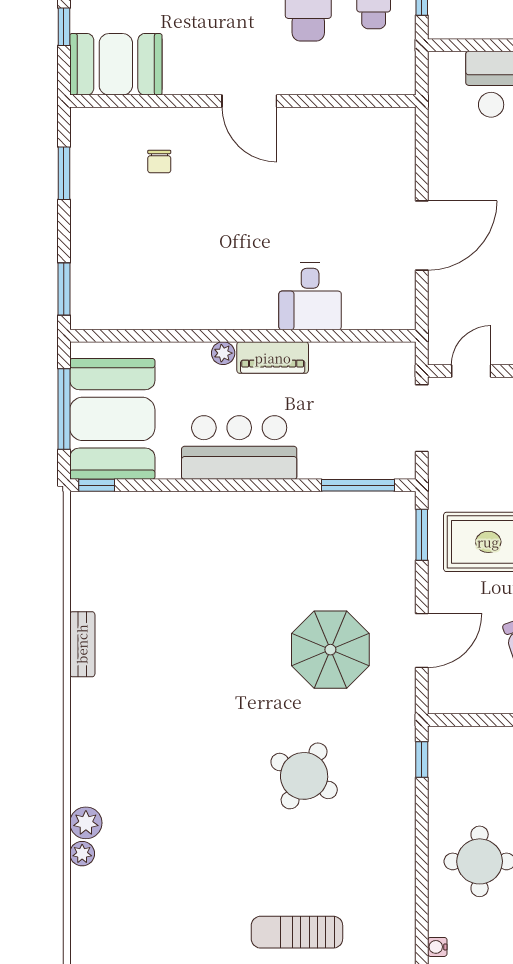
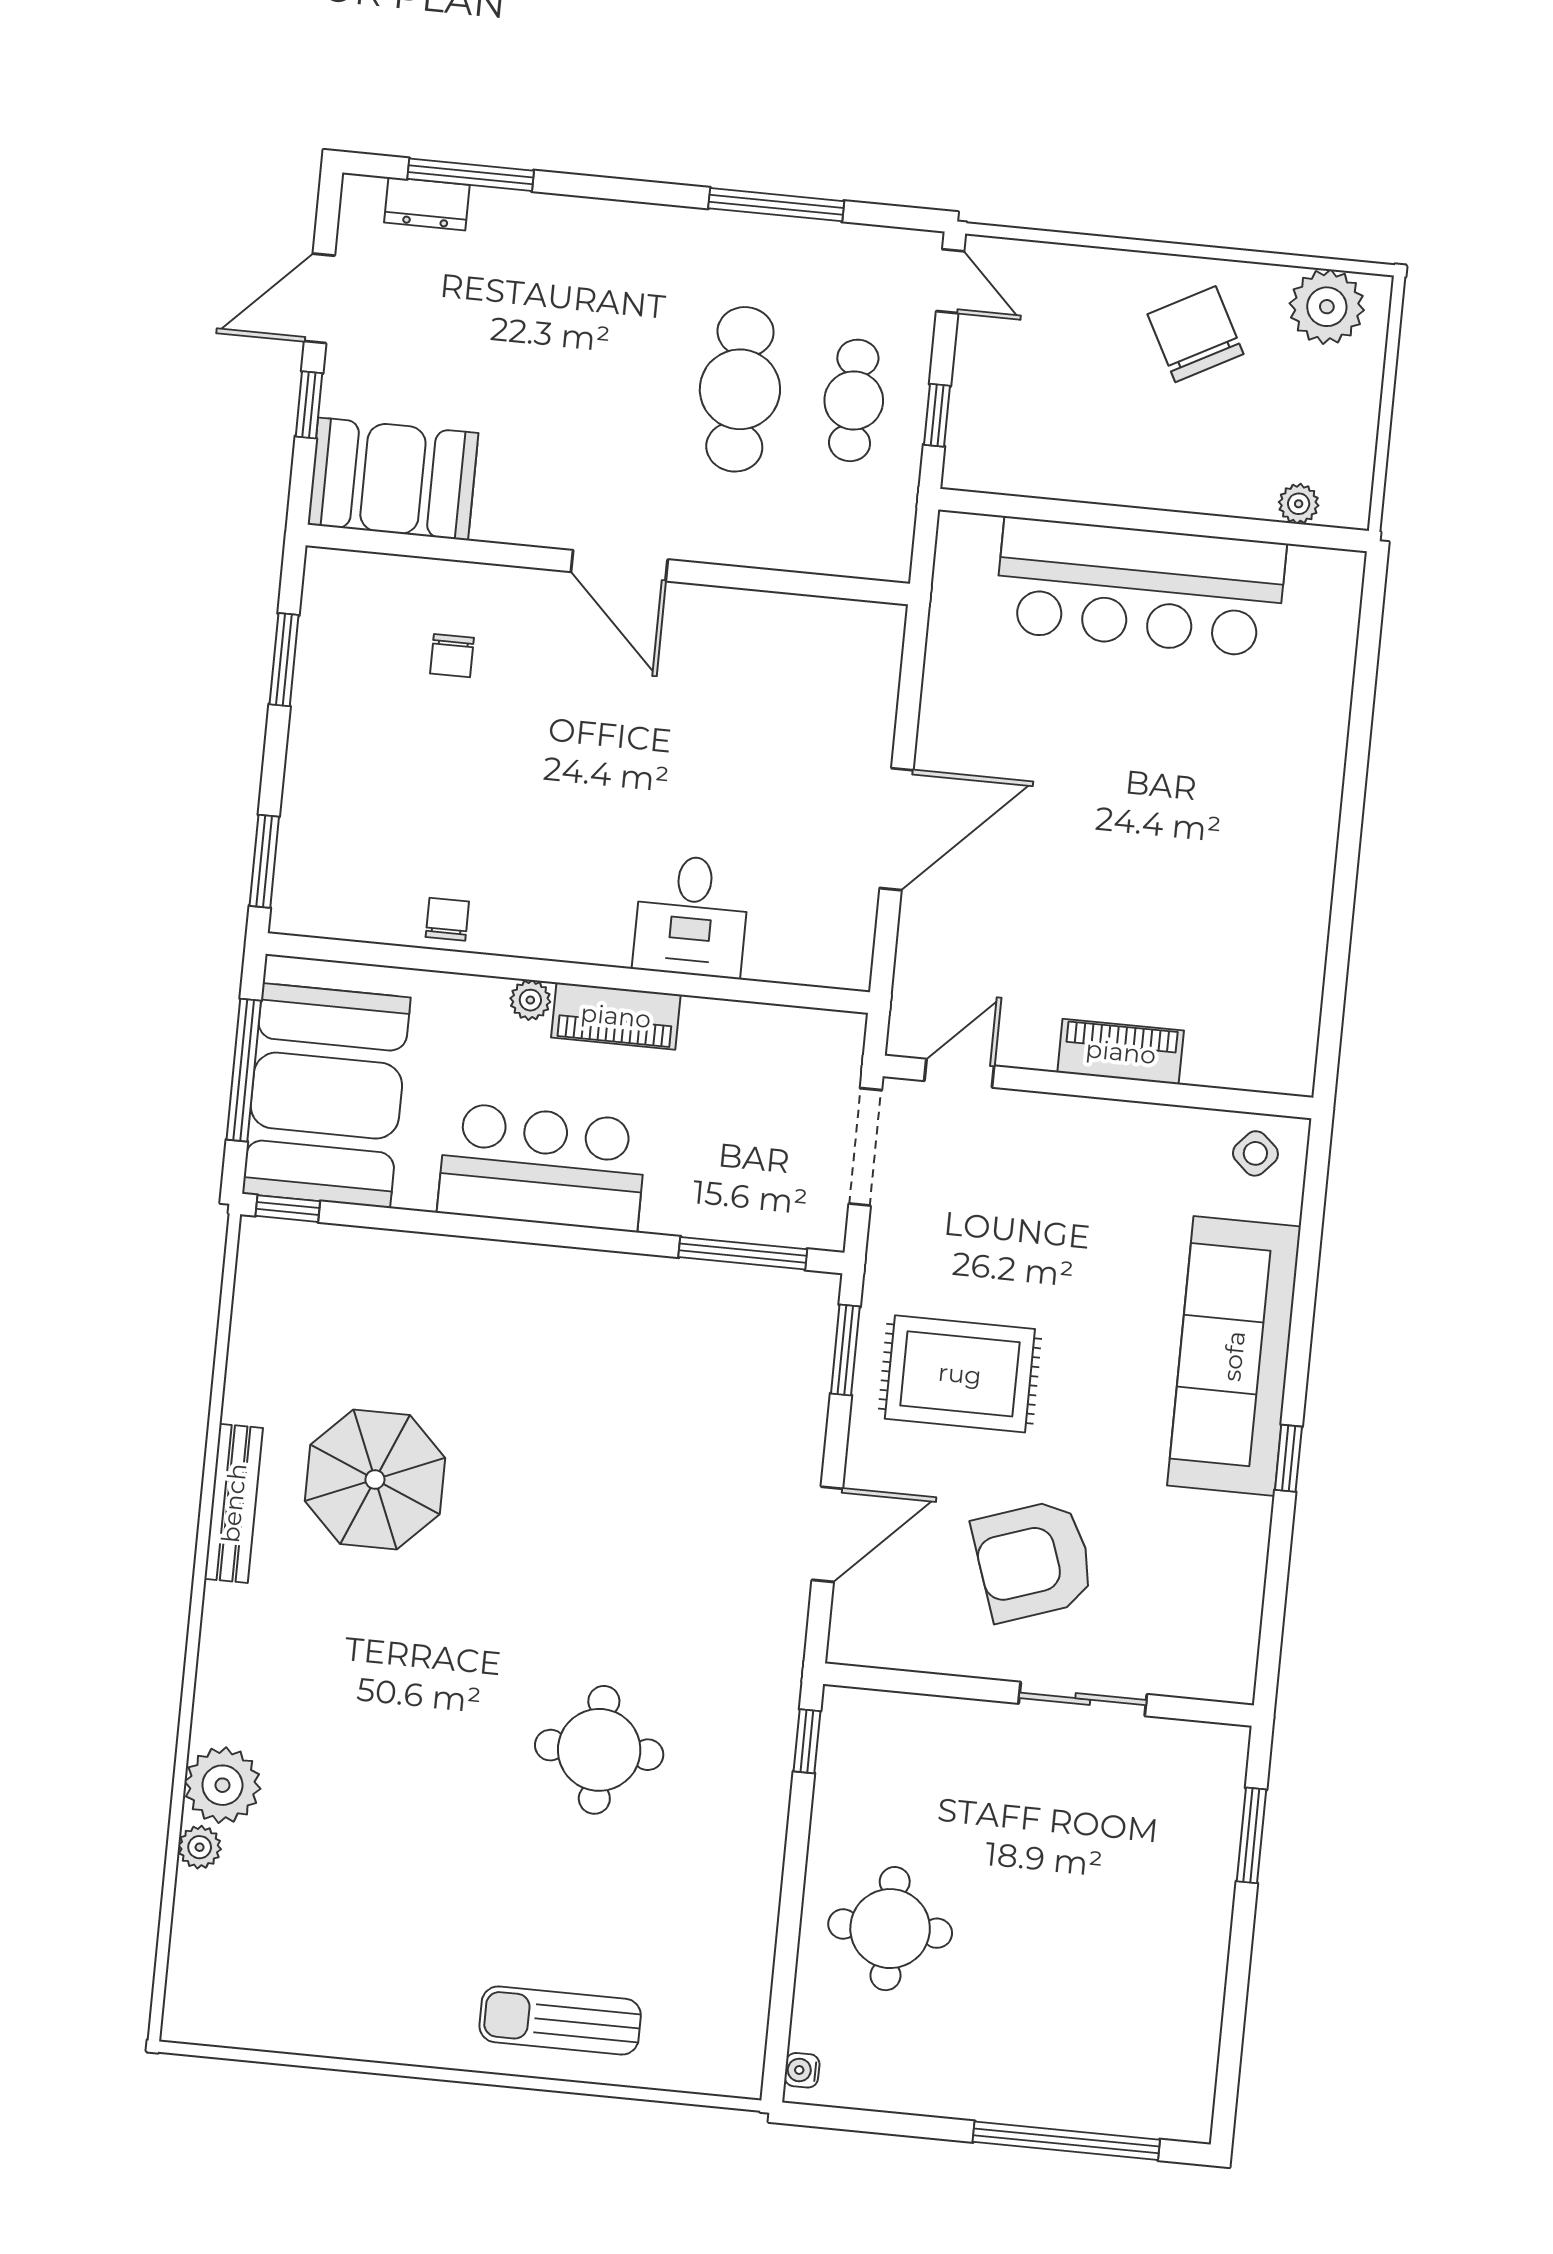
chair: (171, 312) -> (447, 919), added
bench: (82, 644) -> (234, 1503), width x1.36
parasol: (330, 650) -> (375, 1480), moved
round table: (304, 776) -> (599, 1750), turned -30
plant: (86, 823) -> (222, 1785), width x1.36, depth x1.36

